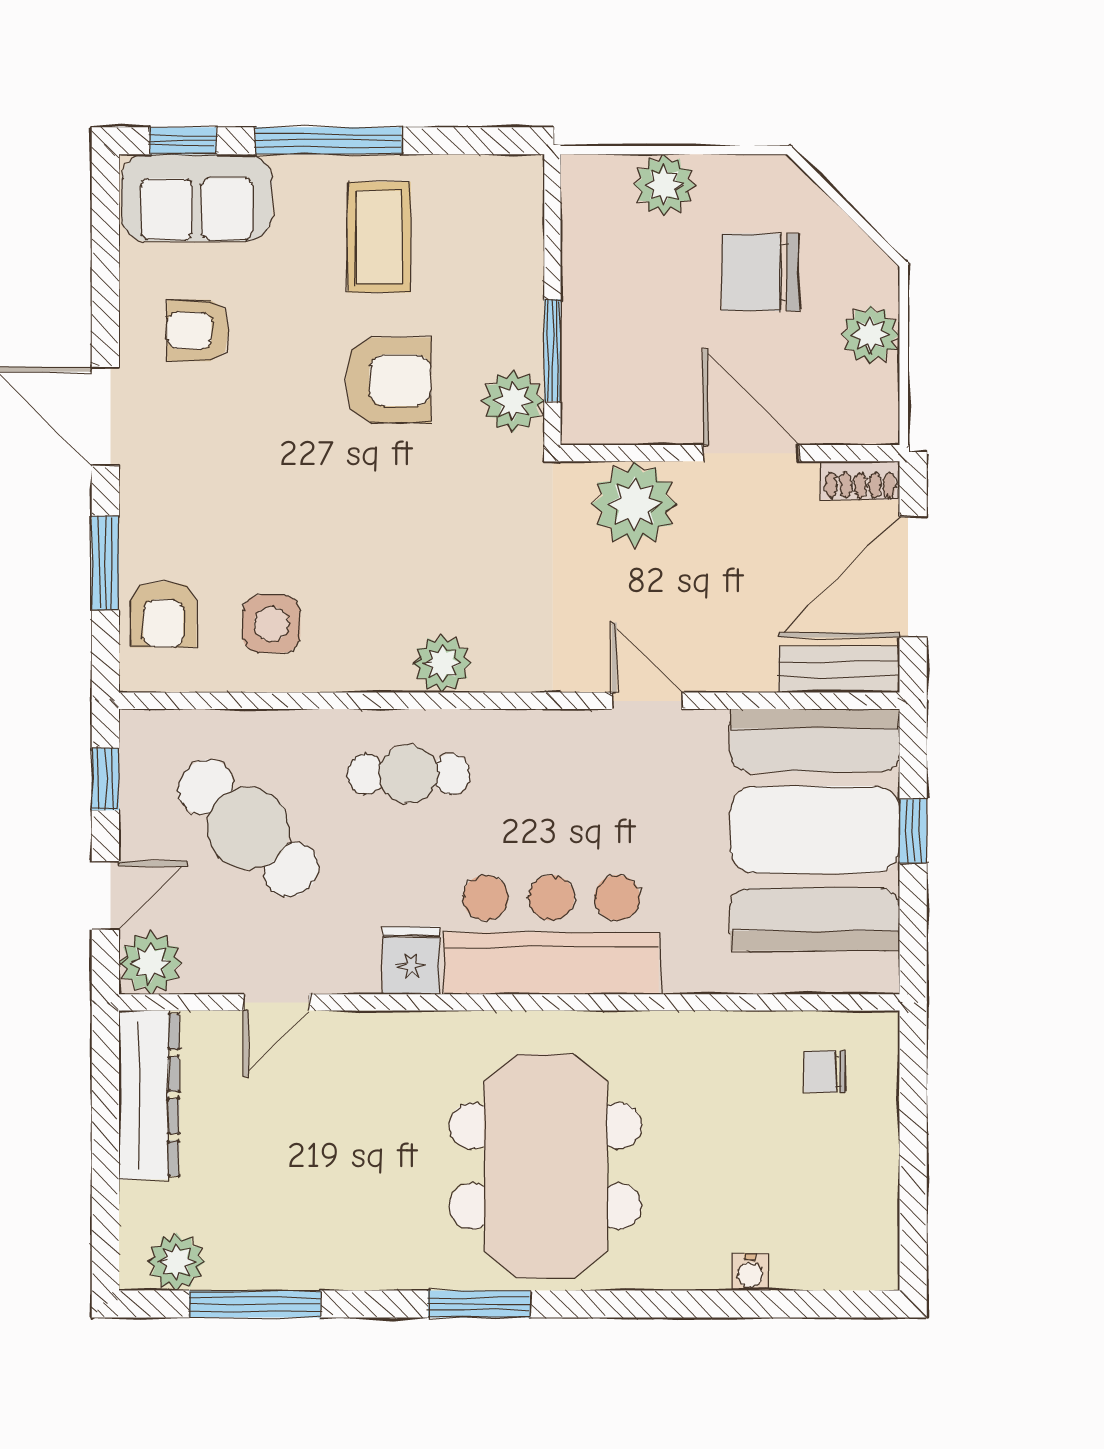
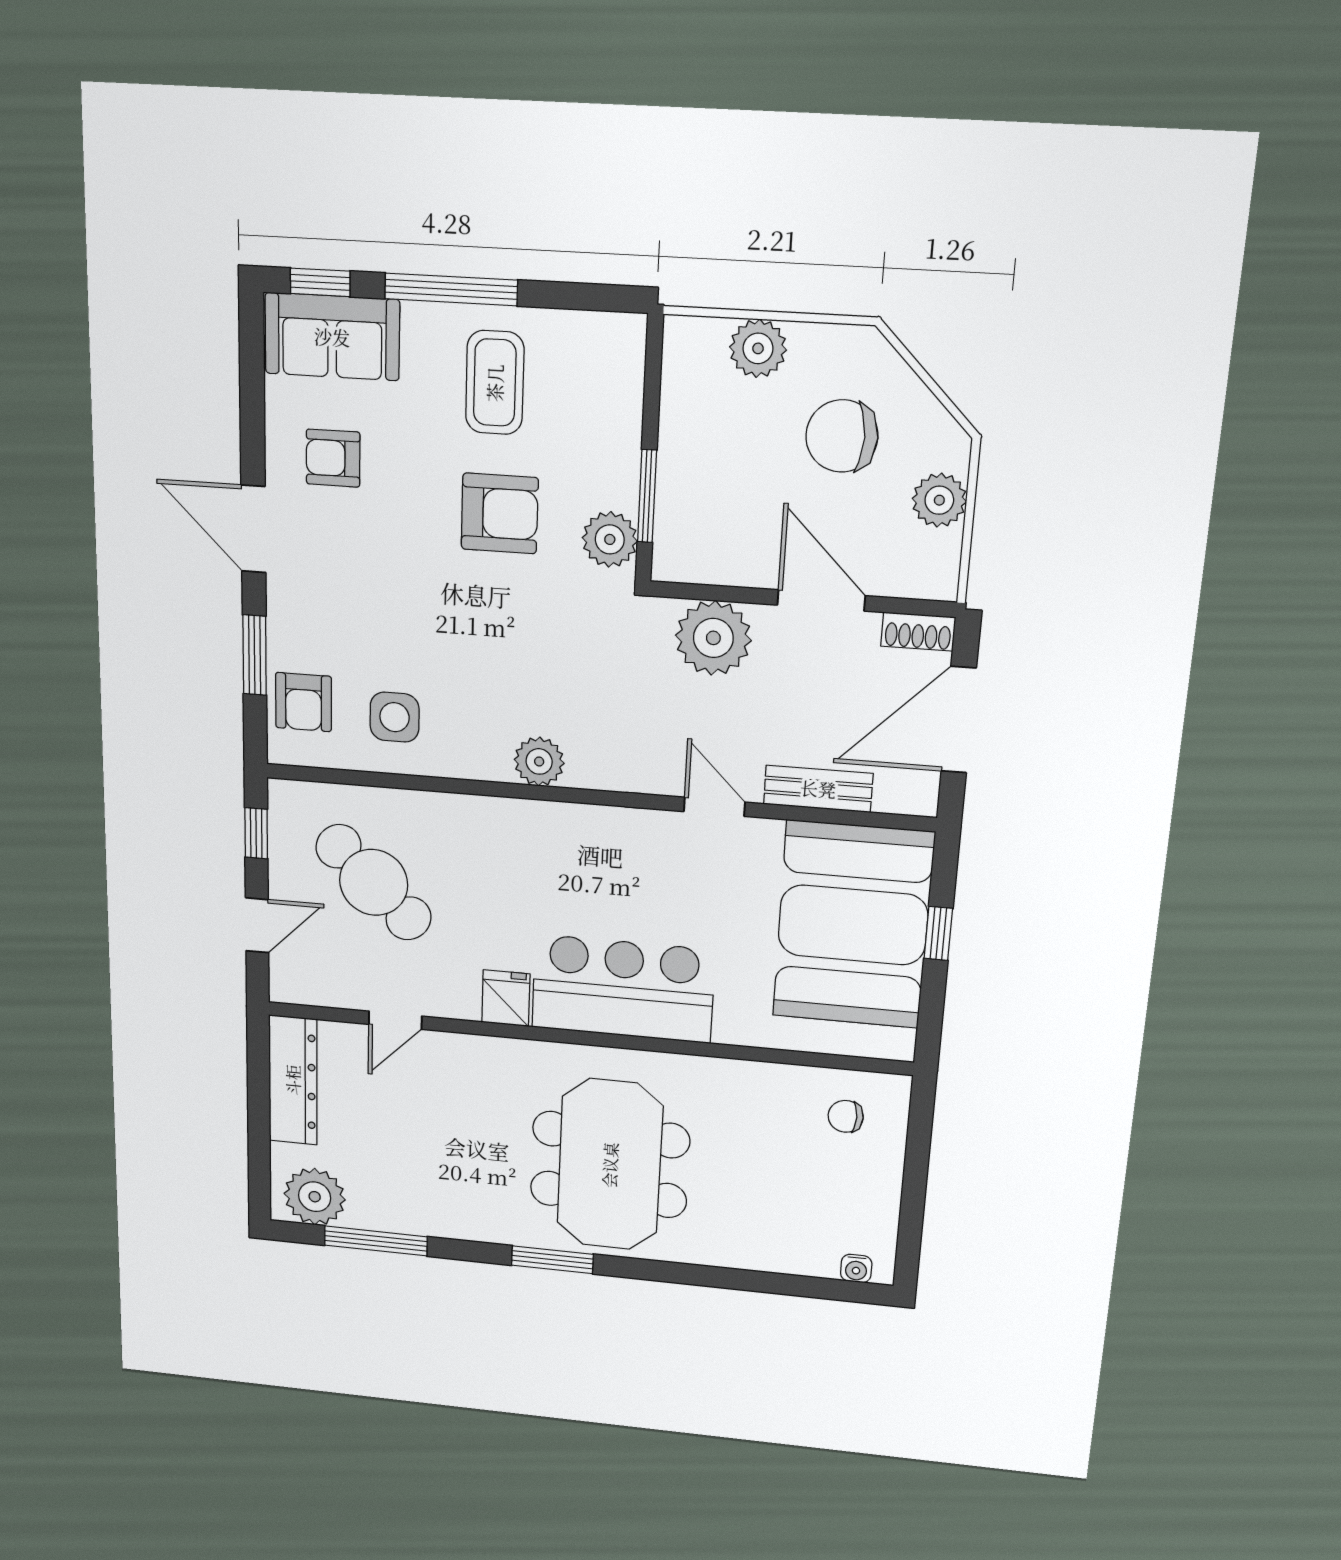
bench: (839, 670) -> (818, 789), moved
cafe table: (408, 774) -> (508, 850), removed
plant: (151, 963) -> (294, 980), removed
plant: (176, 1262) -> (315, 1197), width x1.36, depth x1.36
water cooler: (750, 1272) -> (856, 1268), moved

